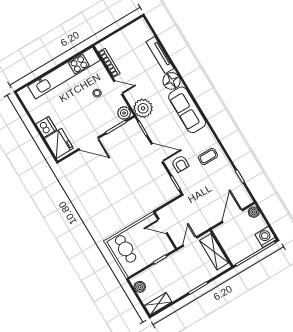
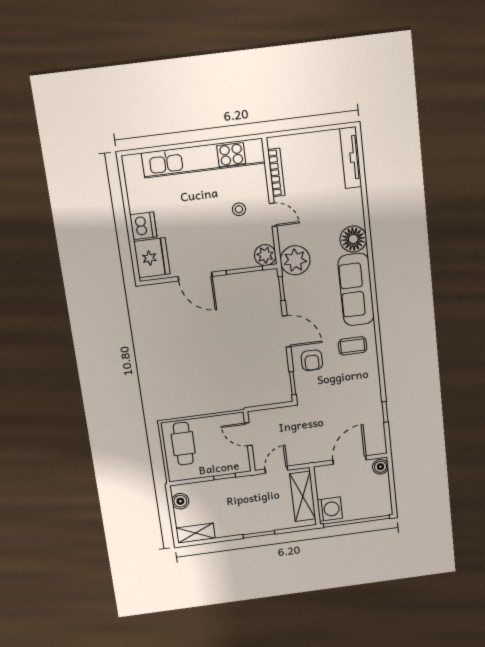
tv unit: (160, 55) -> (351, 158), moved
coffee table: (208, 157) -> (353, 346), moved
washing machine: (266, 237) -> (330, 509), moved, turned 90

